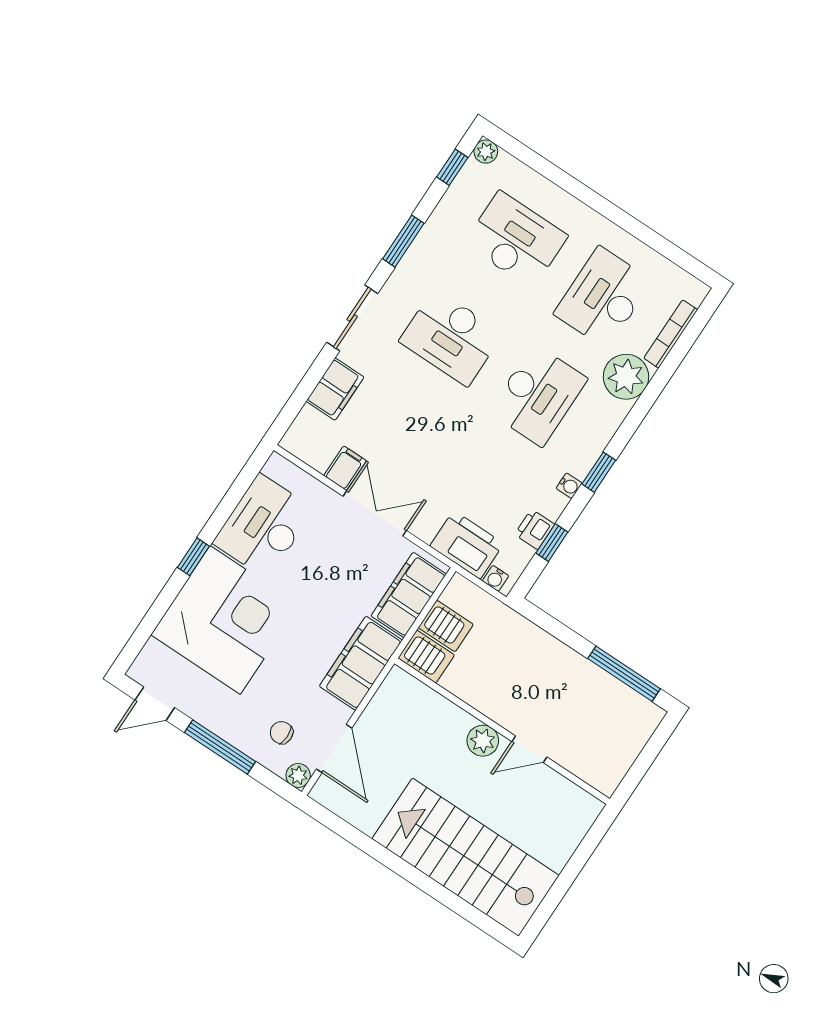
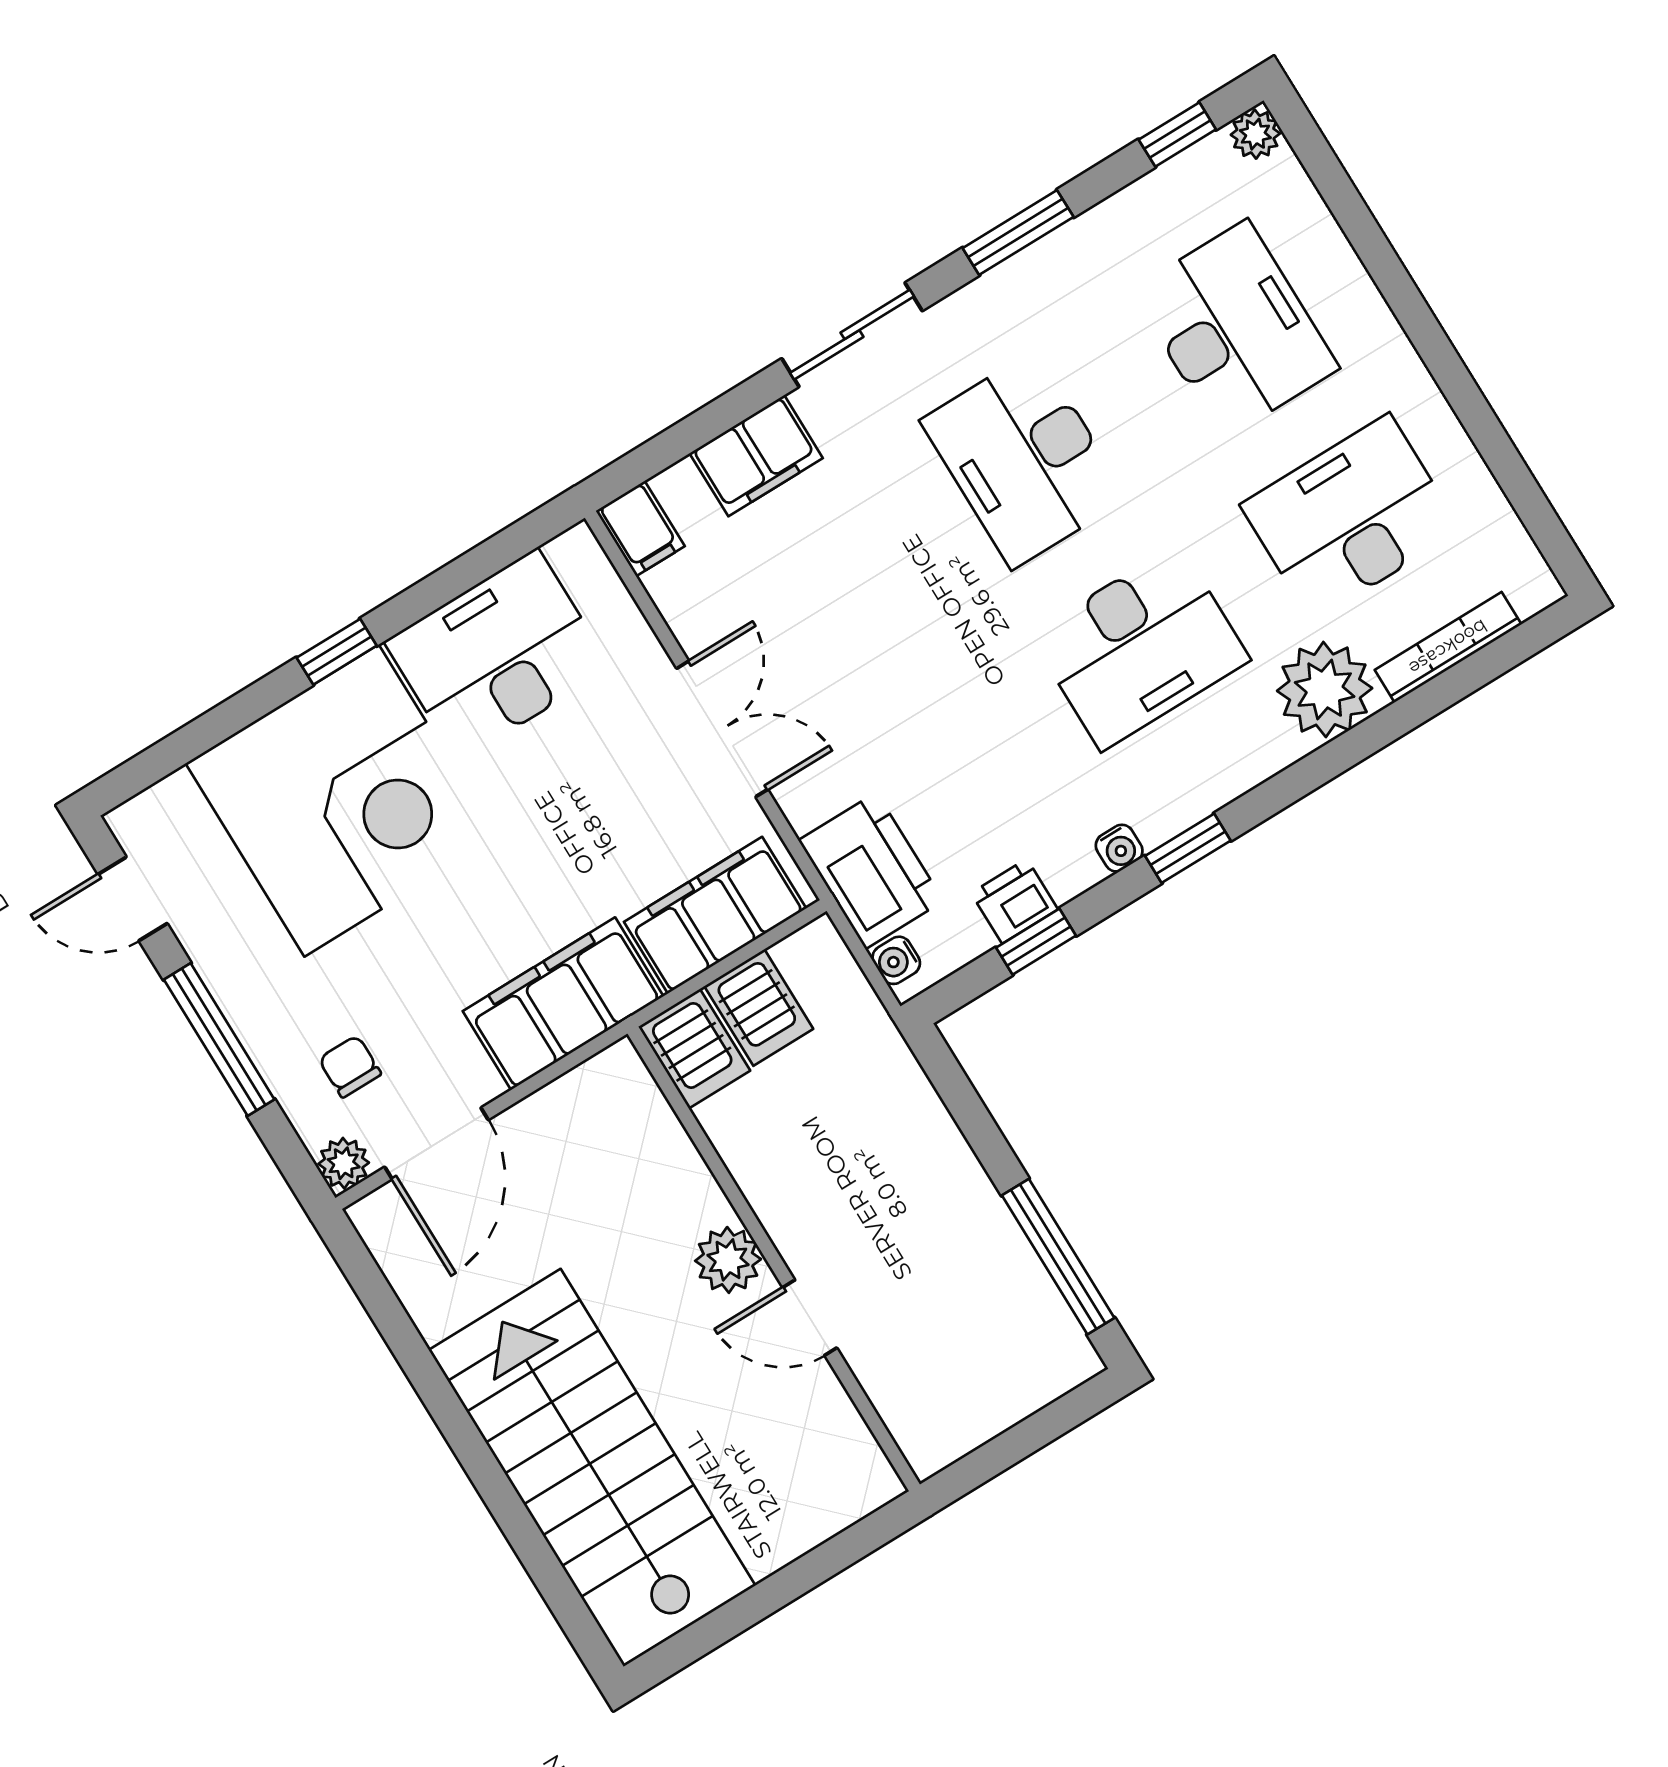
filing cabinet: (345, 468) -> (640, 529), moved, turned 90

